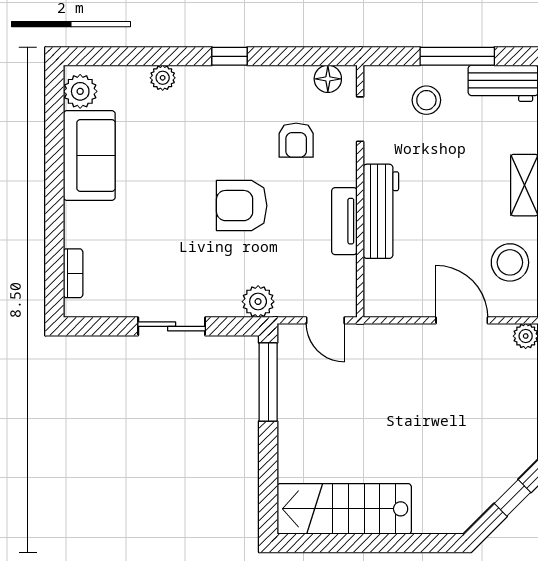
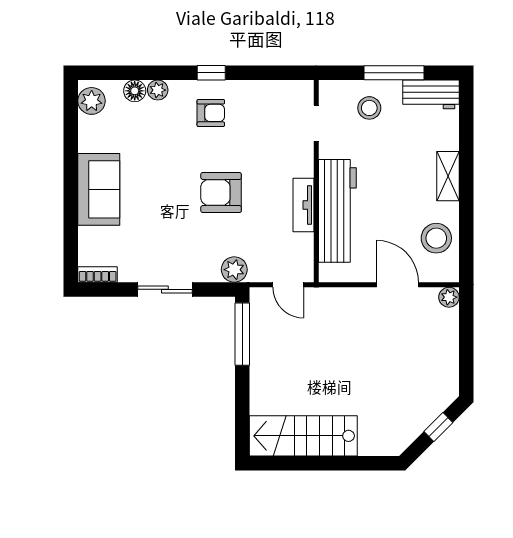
floor lamp: (328, 79) -> (135, 91), moved
armchair: (296, 140) -> (211, 113), moved, turned -90
sofa: (89, 156) -> (99, 189), moved
workbench: (381, 211) -> (337, 211), width x1.36, depth x1.32
bookcase: (73, 273) -> (98, 274), moved, turned -90

